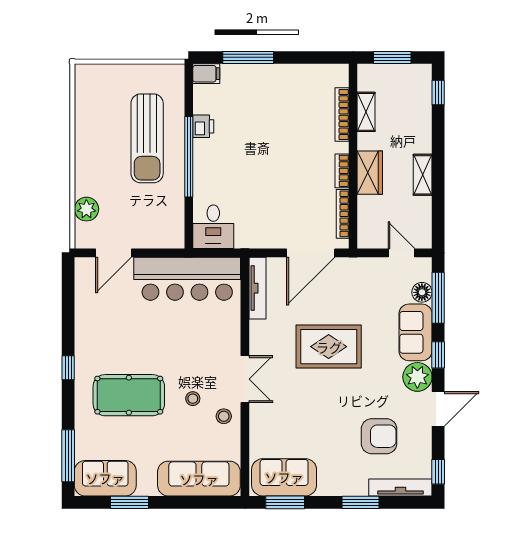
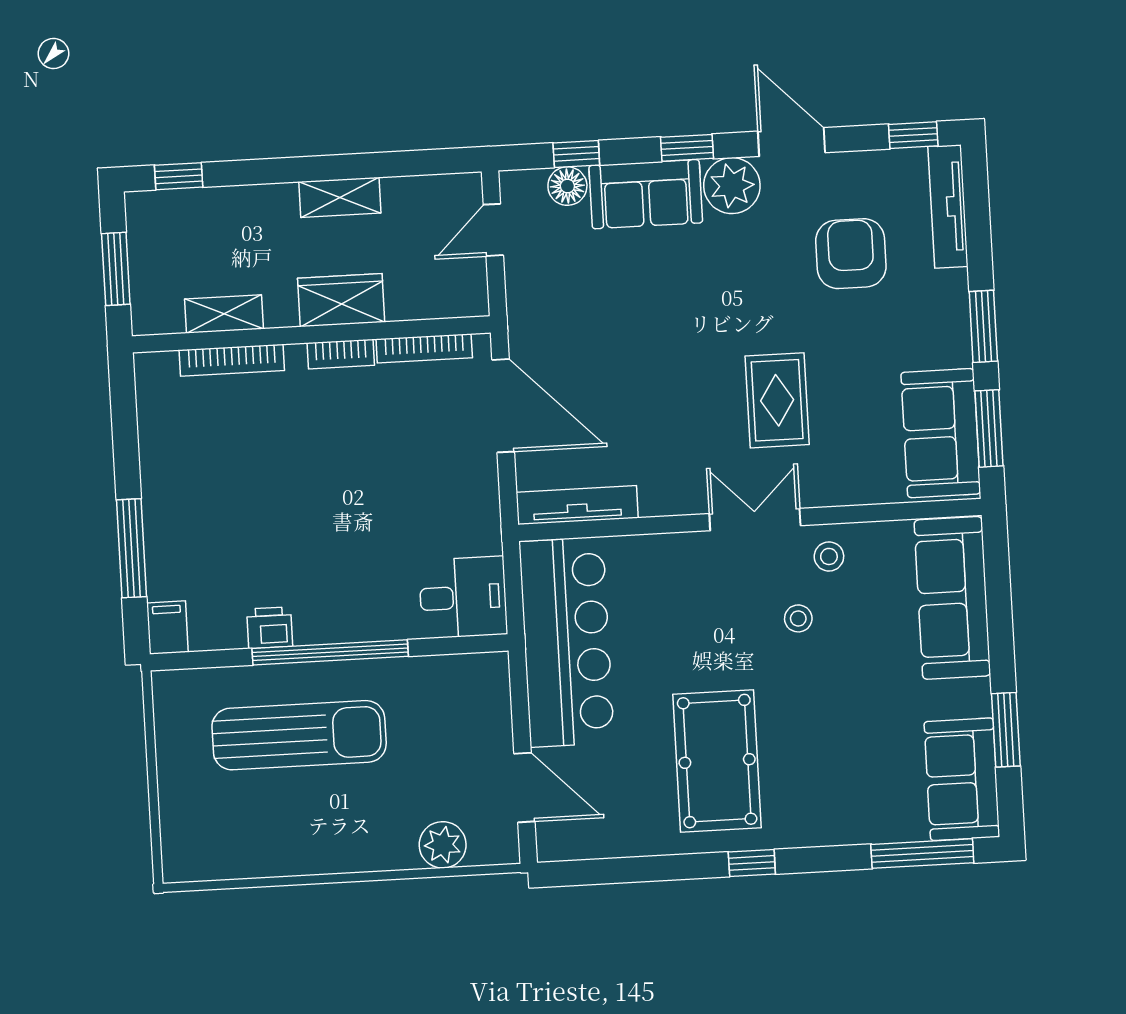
window: (438, 298) -> (576, 154), width x0.46
rug: (329, 347) -> (777, 400), moved, width x0.73, depth x0.70
pool table: (129, 395) -> (717, 761), moved
window: (361, 502) -> (983, 326), moved

